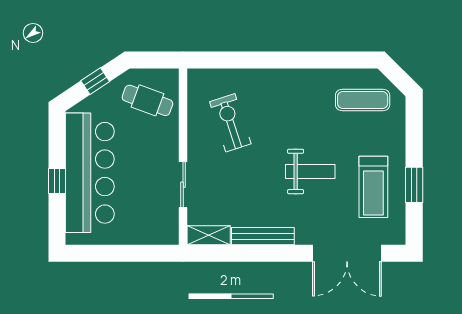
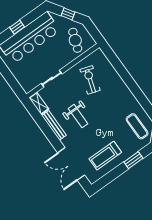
exercise bike: (230, 123) -> (90, 80), turned -54
weight bench: (310, 171) -> (78, 116), moved
window: (414, 185) -> (133, 160), moved

